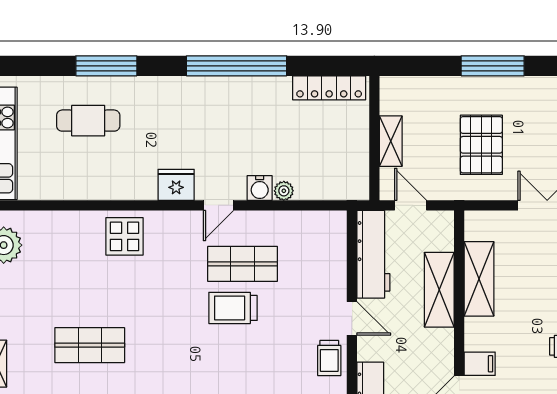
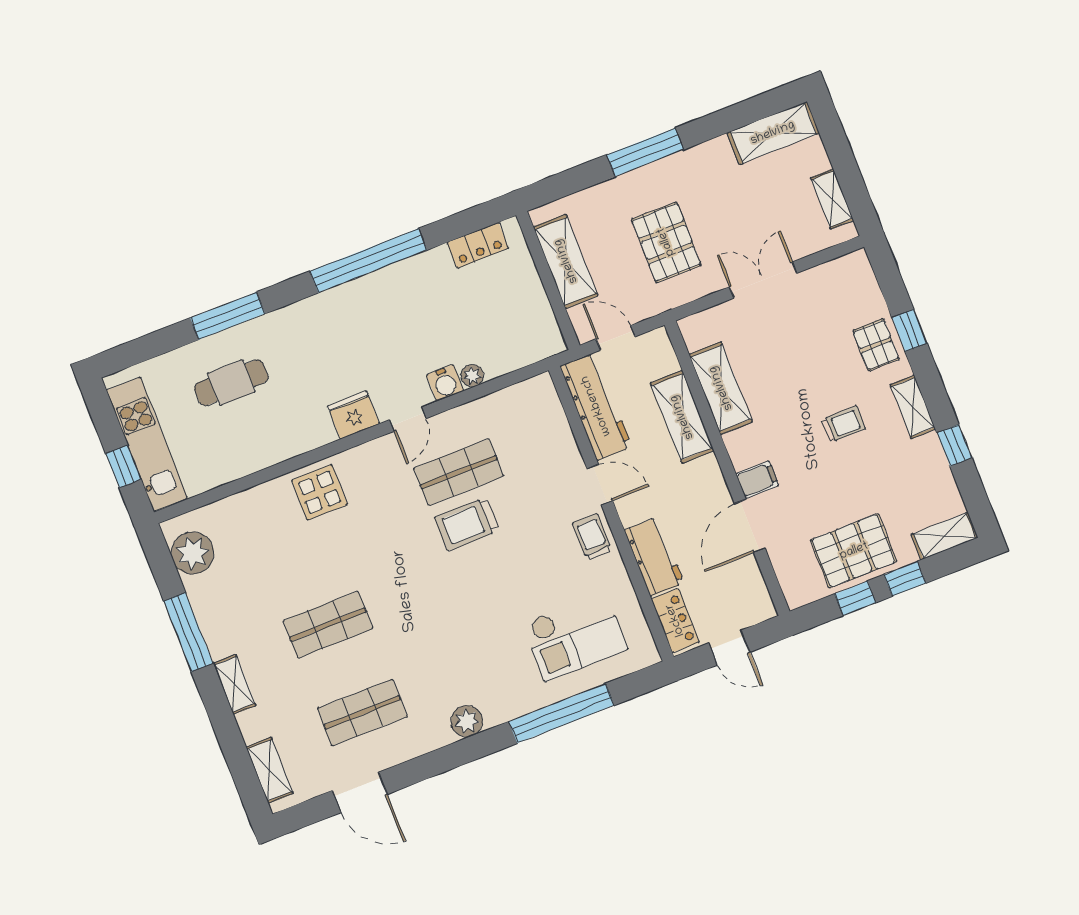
locker: (329, 88) -> (478, 245), width x0.66
shelving: (391, 141) -> (566, 261), width x1.50, depth x1.33
trolley: (329, 358) -> (592, 537), turned 180

